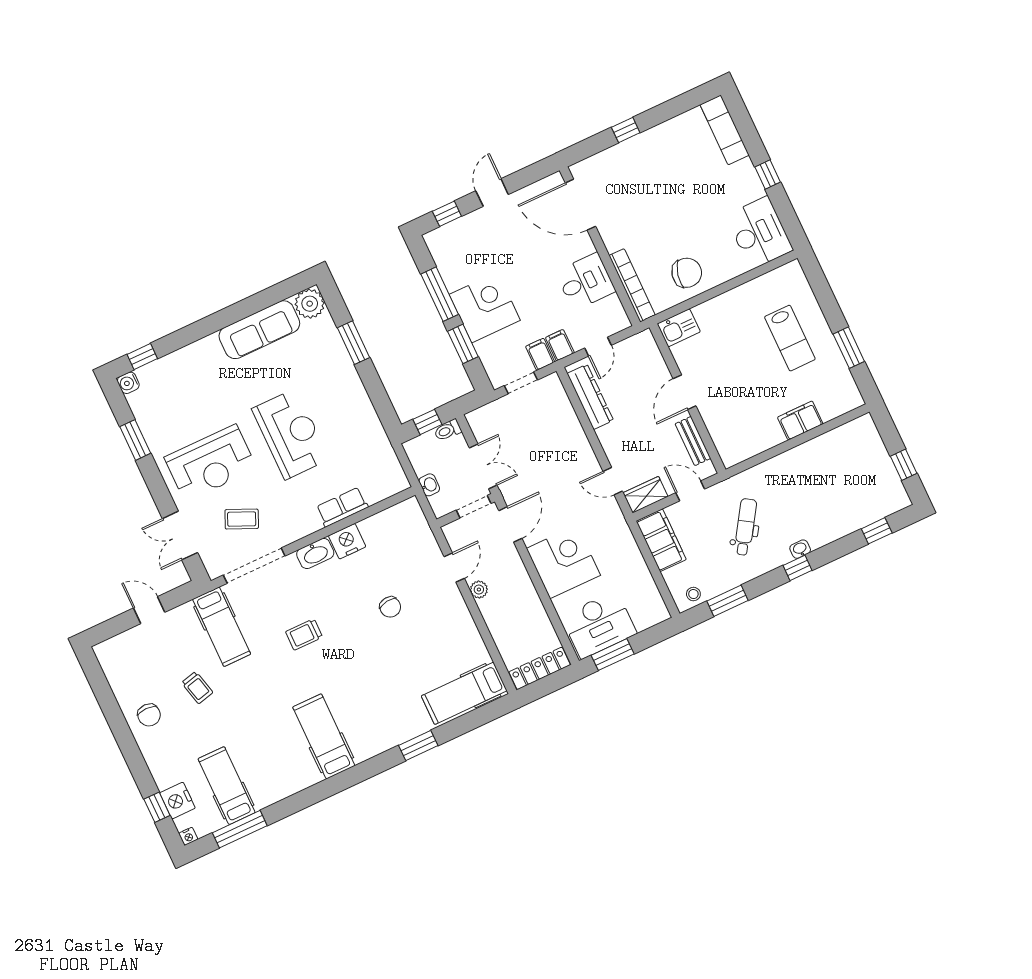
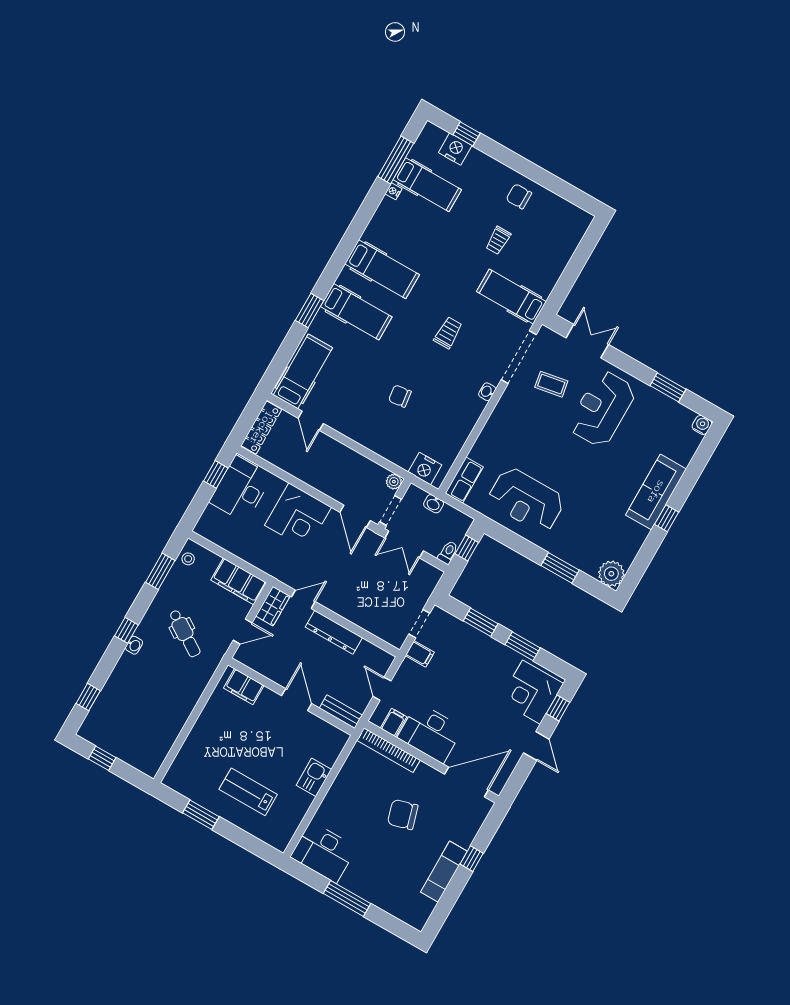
exam couch: (725, 130) -> (444, 872), moved, turned -90
window: (768, 174) -> (347, 898), width x2.17
chair: (687, 273) -> (403, 815), moved, turned 61
desk: (585, 282) -> (430, 733), width x1.37
window: (440, 294) -> (523, 646), width x0.69
corner desk: (485, 307) -> (531, 692), moved, turned 90
kitchen sink: (679, 328) -> (314, 777), moved
sofa: (259, 330) -> (656, 492), moved
filing cabinet: (560, 345) -> (394, 723), moved, turned -90
window: (142, 356) -> (667, 518), moved
dresser: (590, 397) -> (334, 632), moved
filing cabinet: (800, 421) -> (244, 687), moved, turned 90
reception desk: (291, 434) -> (526, 500), moved
bench: (693, 441) -> (341, 712), moved
row of seats: (342, 507) -> (464, 480), moved
coffee table: (242, 519) -> (551, 384), turned 56
nightstand: (347, 541) -> (425, 469), moved, turned 90
washbasin: (315, 553) -> (487, 392), width x0.52, depth x0.69
door: (454, 568) -> (311, 421), moved
plant: (479, 590) -> (394, 482), moved
door: (149, 610) -> (572, 272), removed
window: (613, 655) -> (216, 474), width x0.67
trolley: (197, 688) -> (498, 240), turned -76
hospital bed: (376, 714) -> (356, 312), added
nightstand: (188, 836) -> (393, 191), moved

